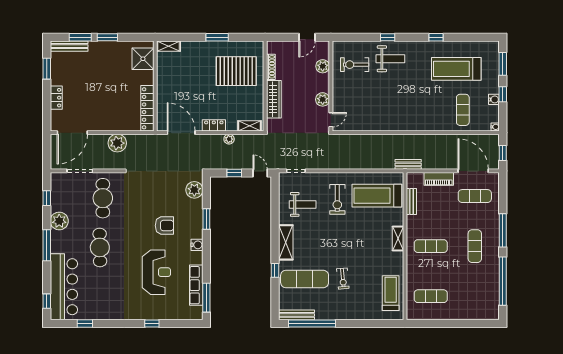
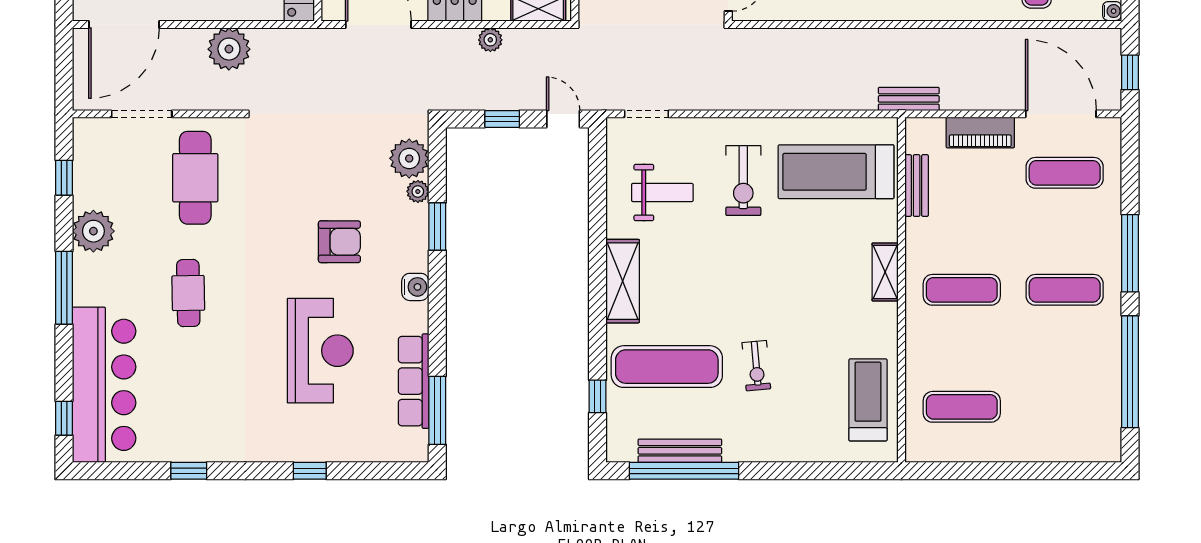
plant: (198, 204) -> (418, 191), added
exercise mat: (475, 246) -> (1065, 290), turned 90
cafe table: (100, 247) -> (188, 293), width x0.73, depth x0.74
window: (275, 270) -> (598, 396), moved
bench: (296, 315) -> (680, 451), moved
window: (85, 324) -> (189, 471), moved

